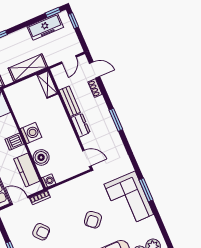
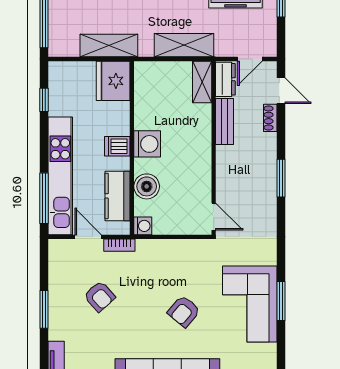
dresser: (81, 125) -> (225, 79), moved

